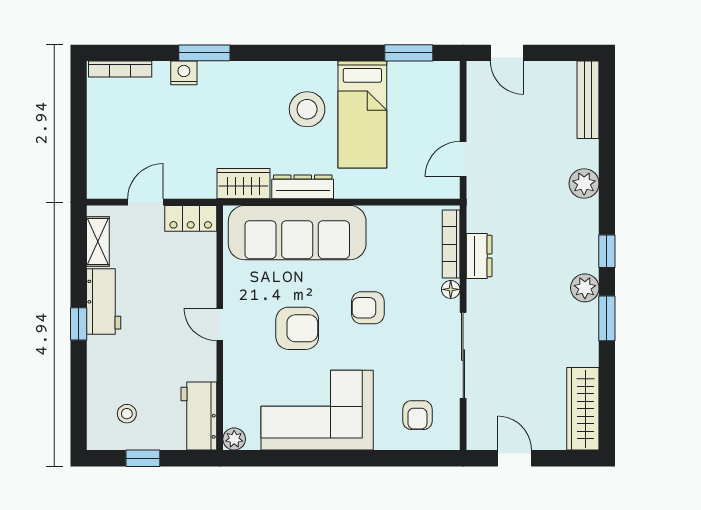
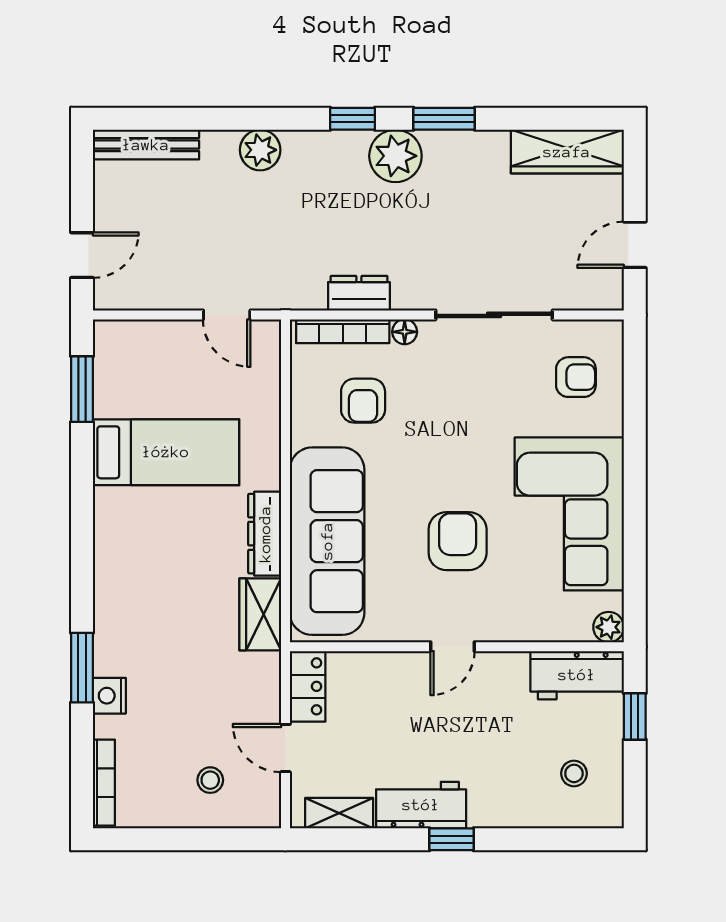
stool: (307, 109) -> (210, 780), moved, width x0.53, depth x0.53
plant: (585, 288) -> (395, 156), width x1.36, depth x1.36
armchair: (368, 308) -> (363, 401), moved
window: (143, 458) -> (635, 716), moved

